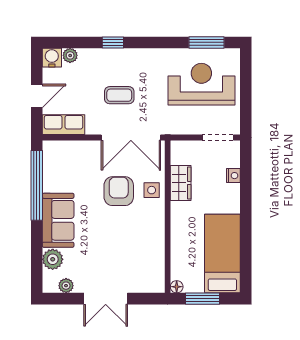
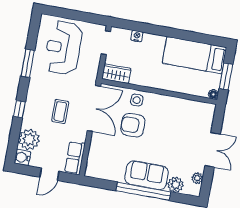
window: (206, 42) -> (28, 63), moved
plant: (70, 55) -> (29, 139), width x1.87, depth x1.87
door: (37, 96) -> (49, 174), swing flipped
wardrobe: (181, 183) -> (116, 74), moved
window: (37, 185) -> (143, 191), moved

